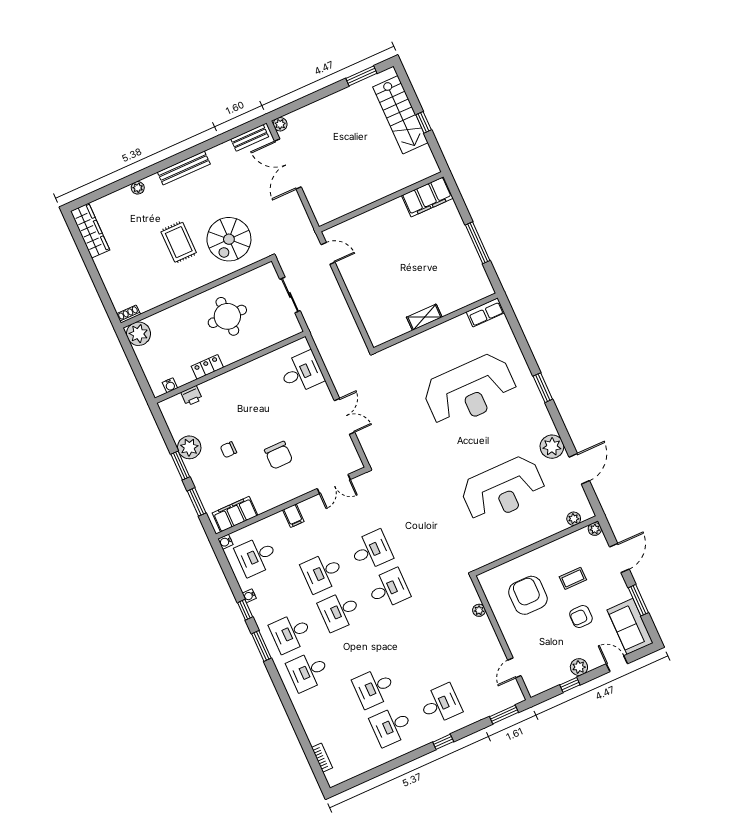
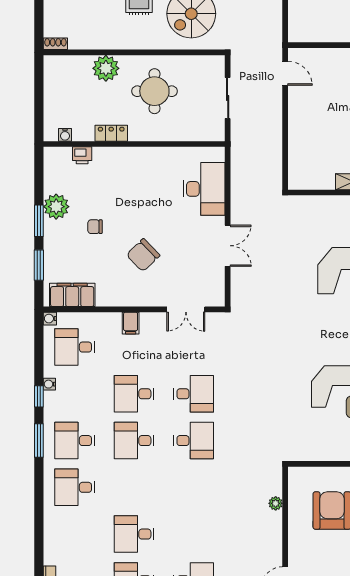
plant: (138, 334) -> (106, 68), moved
desk: (302, 372) -> (204, 189), width x1.37
chair: (279, 455) -> (143, 255), turned 46

